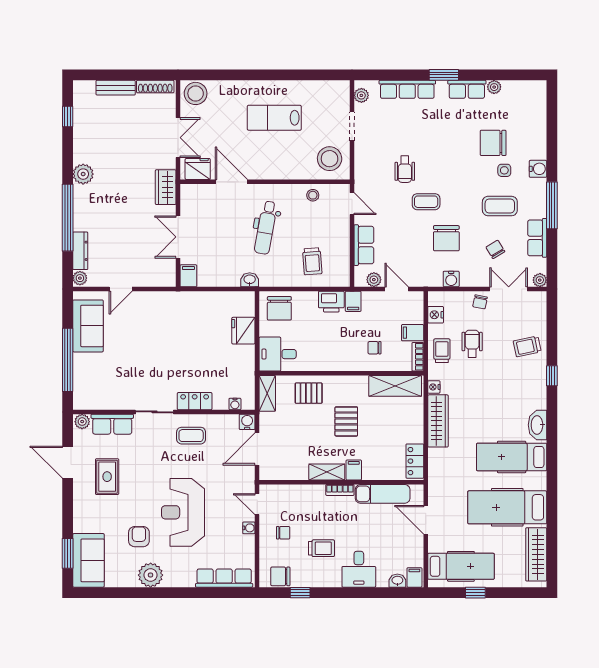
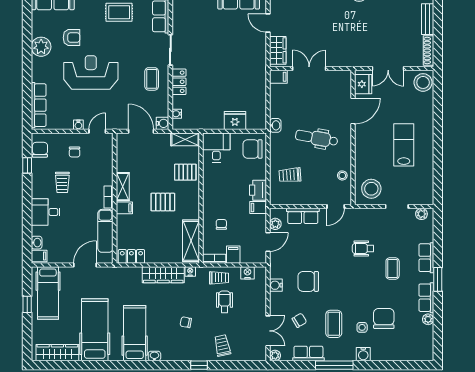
row of seats: (407, 89) -> (426, 258), width x0.68
wardrobe: (166, 187) -> (278, 50), moved, turned 90
coffee table: (426, 202) -> (393, 268), moved
chair: (480, 302) -> (186, 322), moved
wheelchair: (472, 344) -> (224, 302), turned -90
pallet: (309, 393) -> (185, 172), turned 90
washbasin: (538, 425) -> (154, 356), width x0.52, depth x0.69

